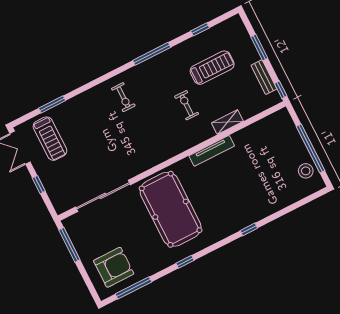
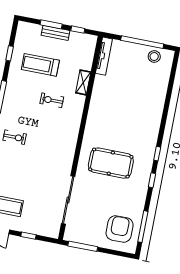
treadmill: (212, 68) -> (40, 65), turned -90
bench: (264, 77) -> (56, 33), moved
window: (281, 90) -> (78, 30), moved
tv unit: (212, 151) -> (104, 56), moved
pool table: (171, 209) -> (111, 163), width x0.73, depth x0.76
window: (249, 229) -> (157, 154), moved

